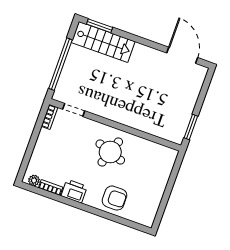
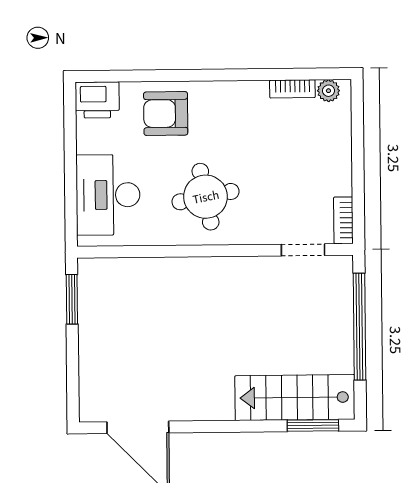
round table: (110, 152) -> (206, 197), turned -30
desk: (156, 170) -> (108, 195), added
printer: (74, 191) -> (97, 100), moved

